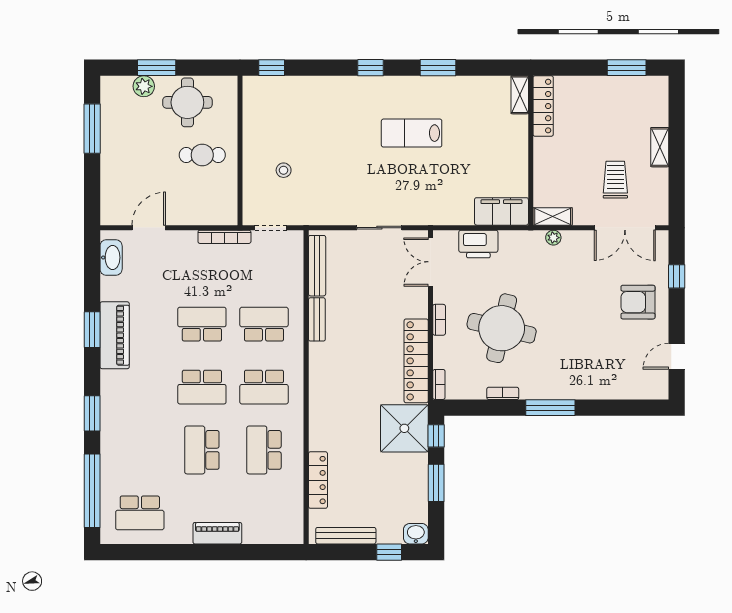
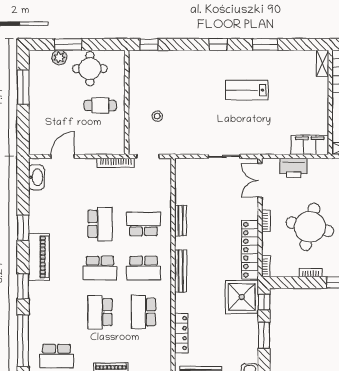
bench: (317, 266) -> (181, 271), moved
school desk: (202, 324) -> (100, 224), turned 90
piano: (115, 335) -> (39, 257), moved

